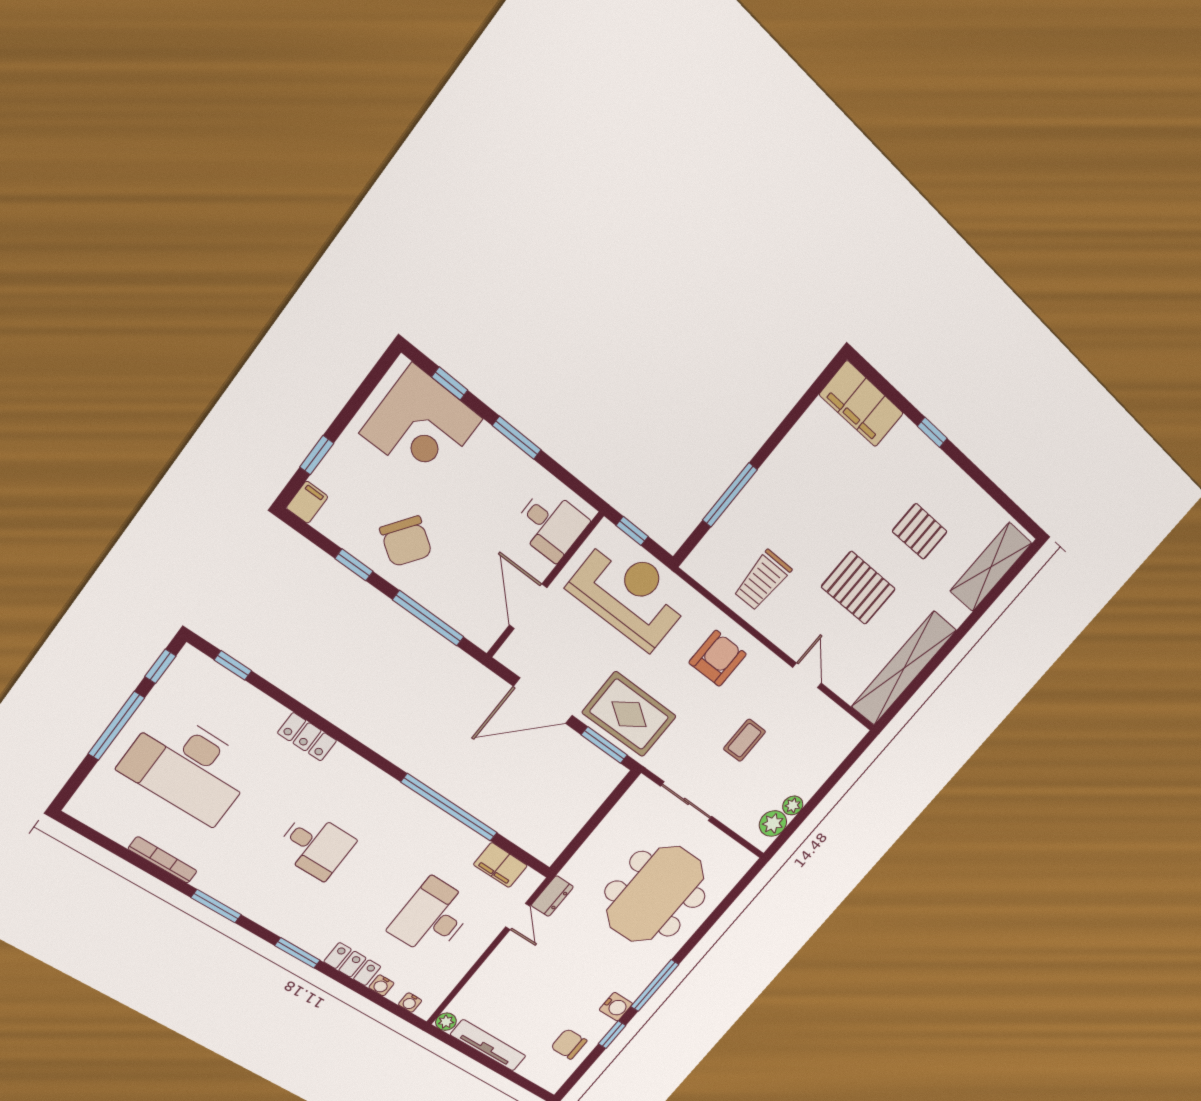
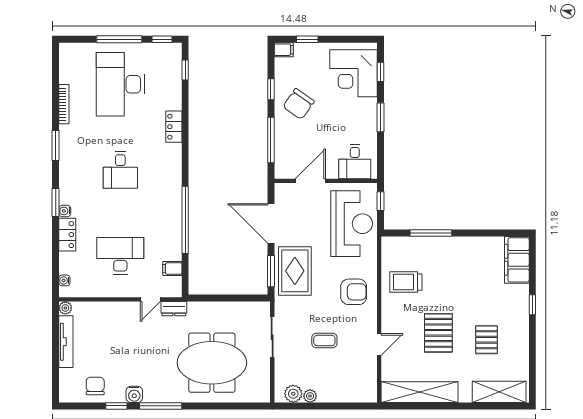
filing cabinet: (500, 865) -> (172, 269), width x0.50
water cooler: (381, 985) -> (65, 211), moved

